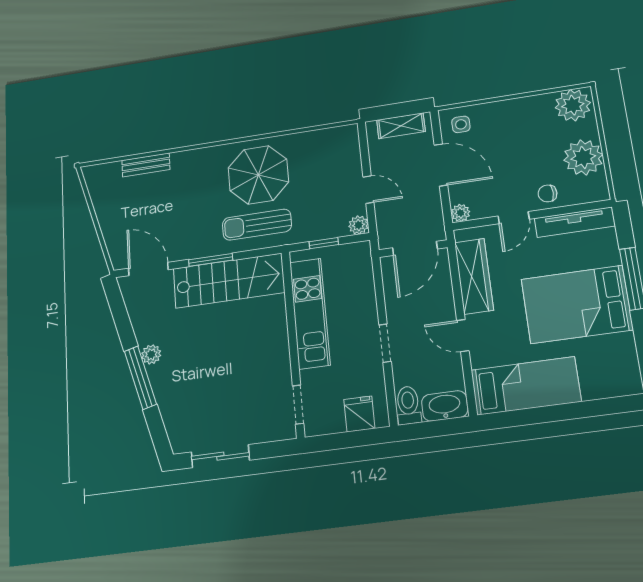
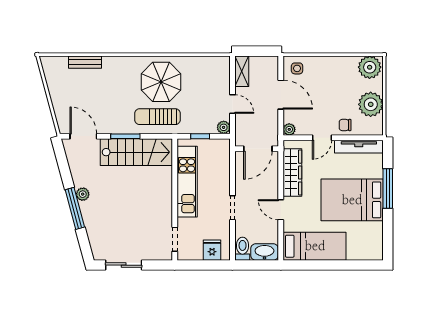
shelving: (401, 126) -> (242, 71), moved, turned 90

